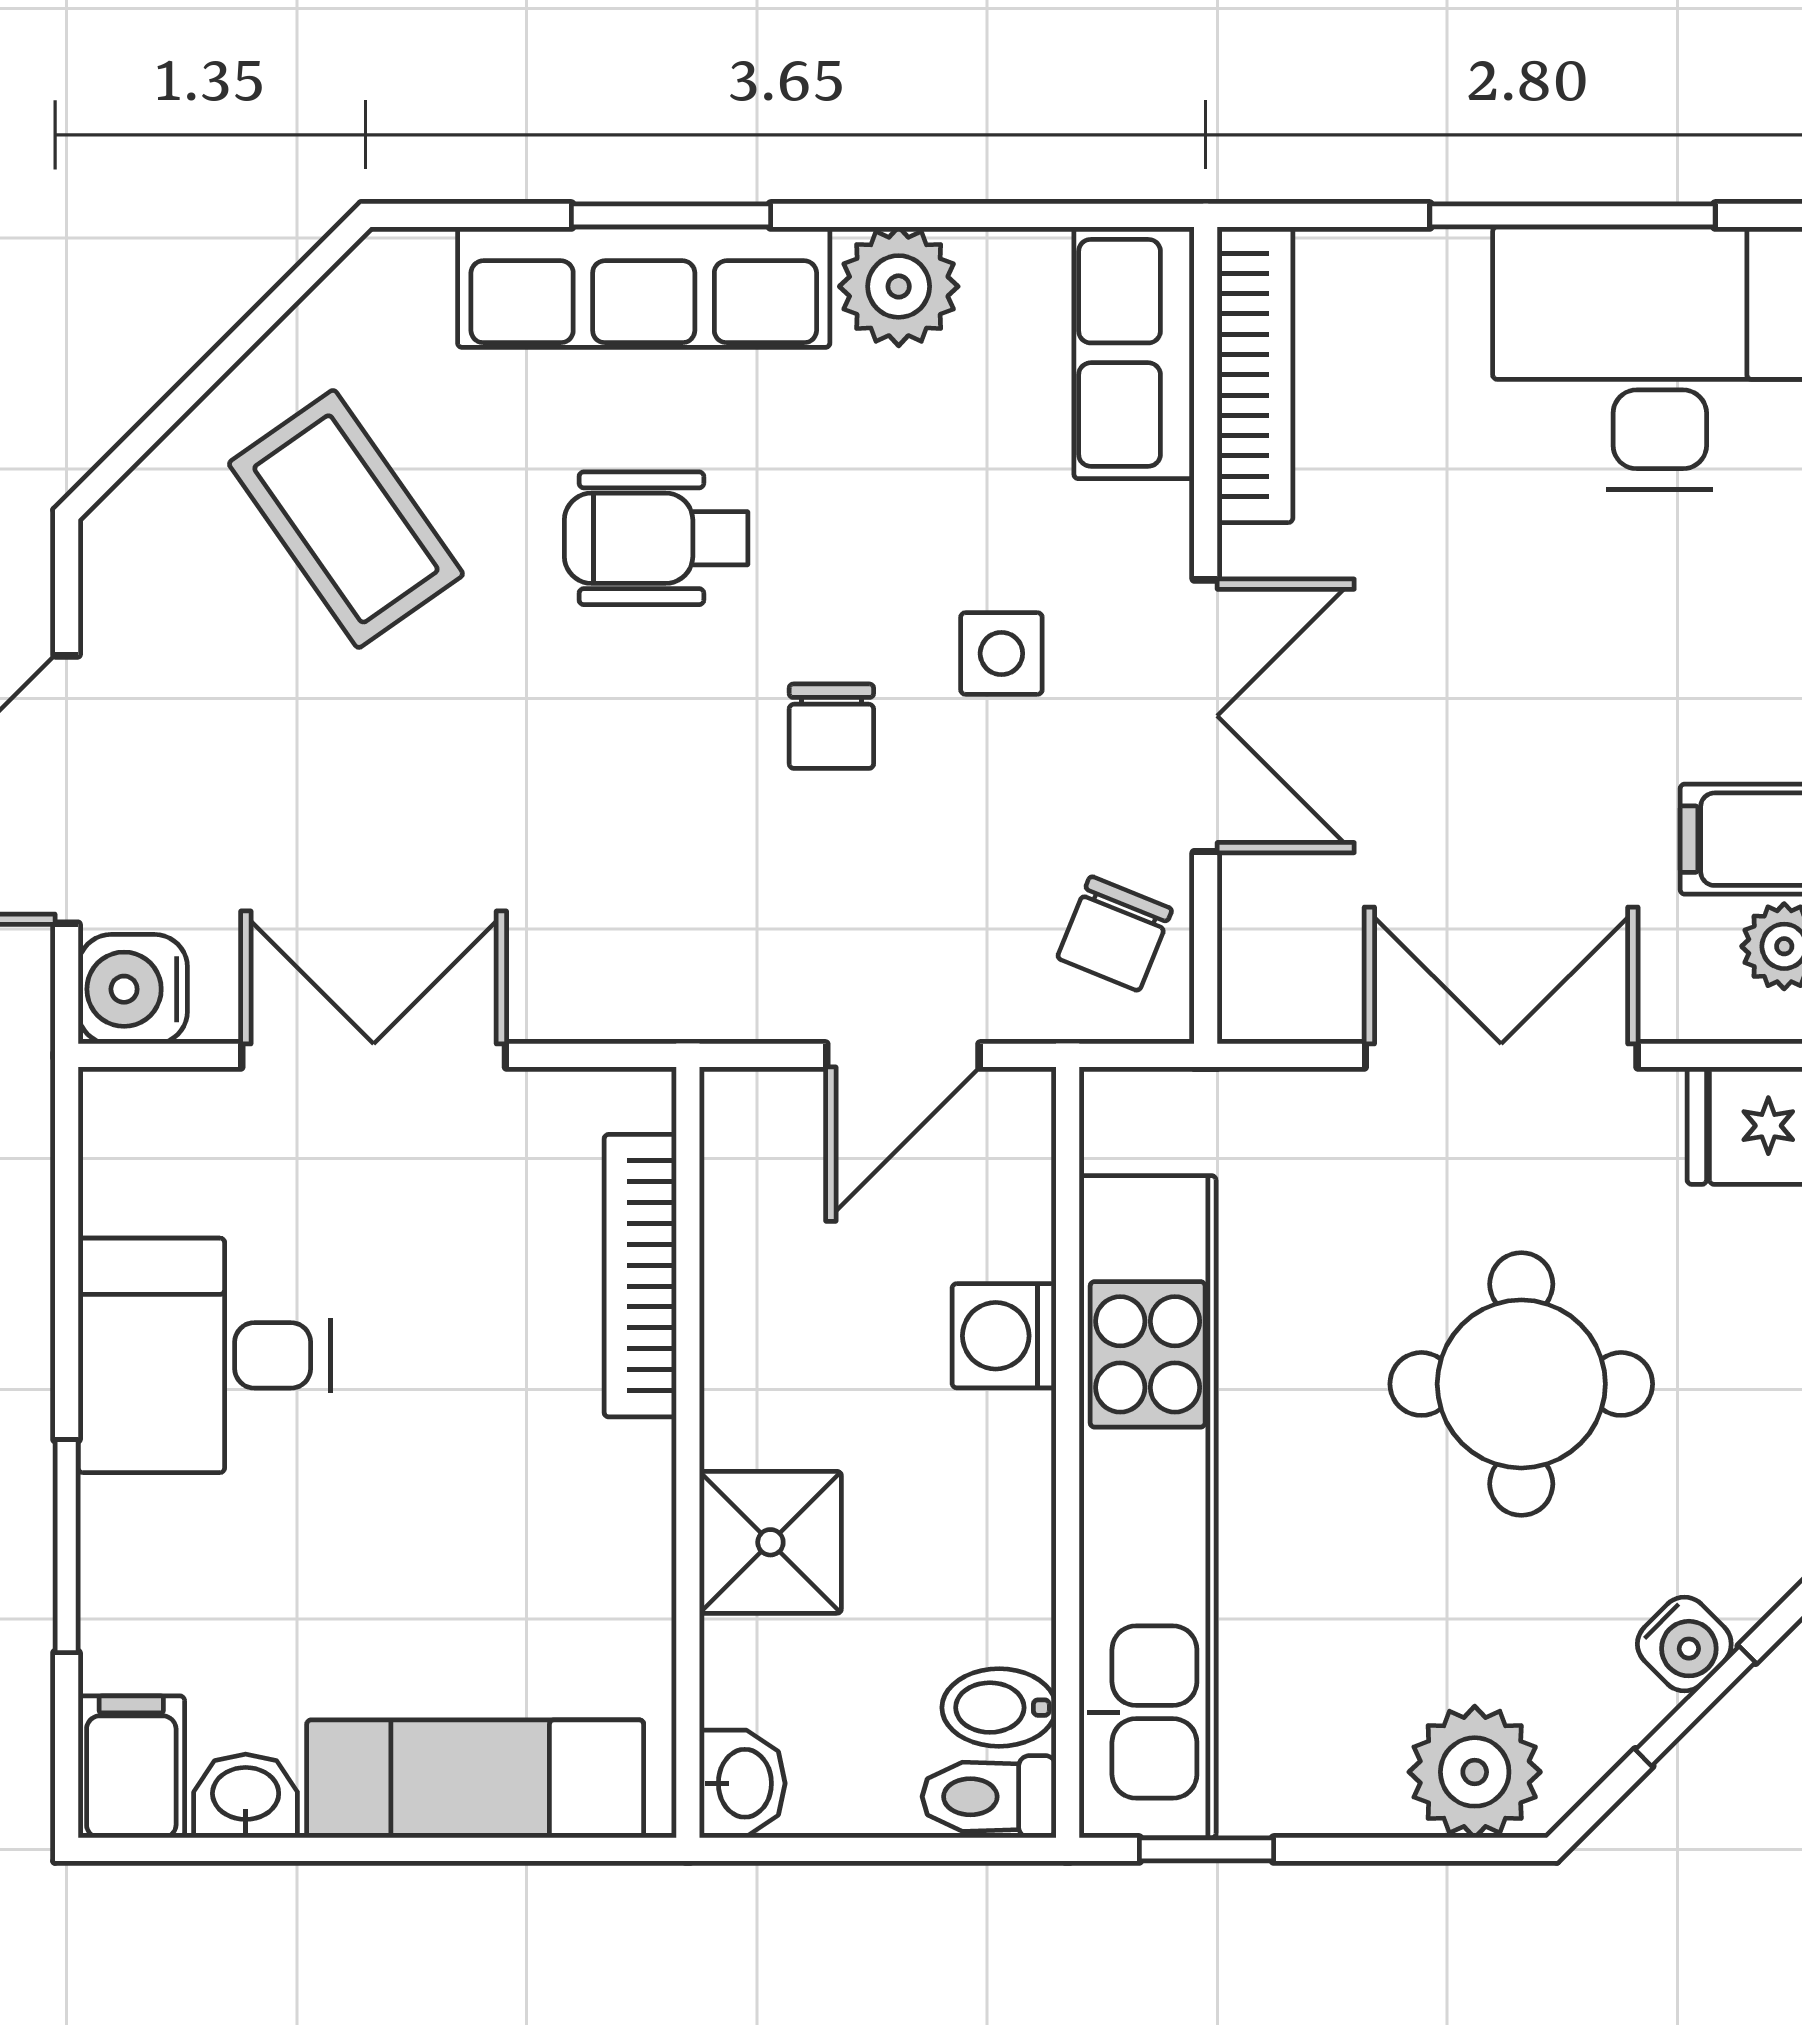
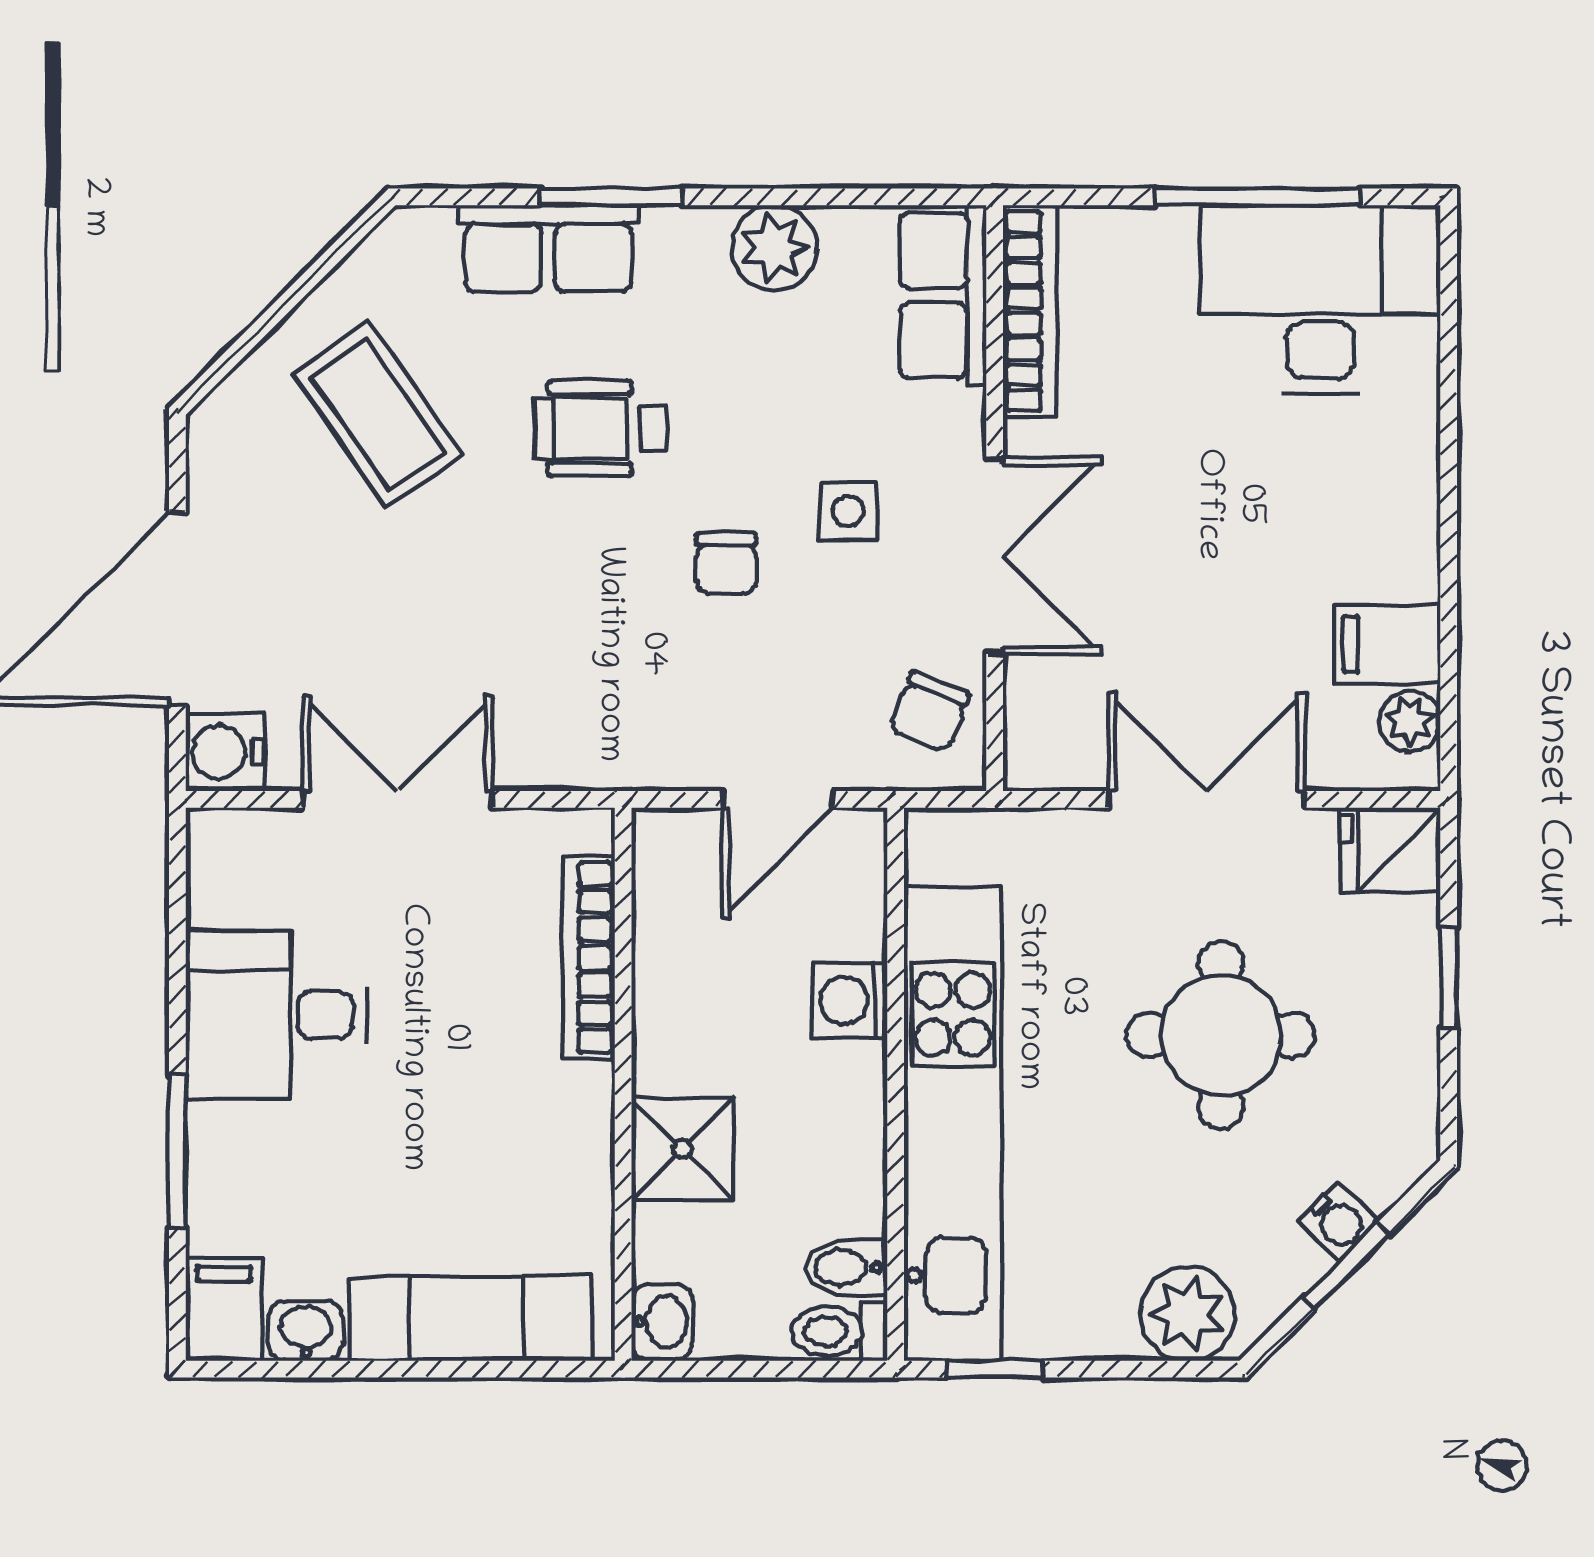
row of seats: (644, 287) -> (548, 248), width x0.68

